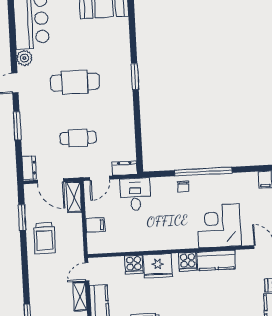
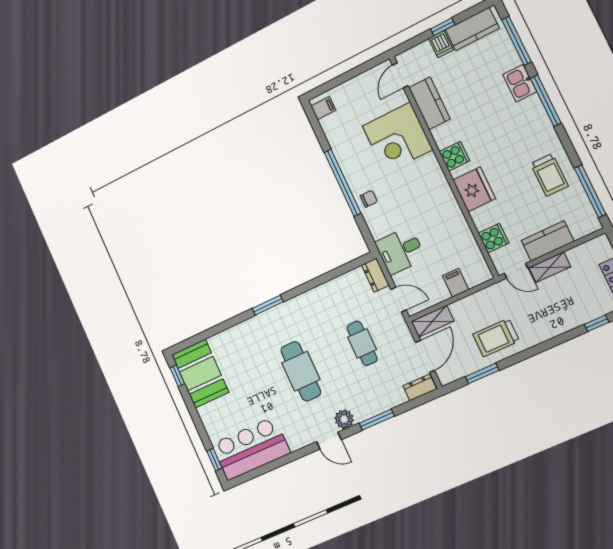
plant: (24, 58) -> (344, 419), moved
trolley: (44, 238) -> (496, 338), turned 180
kitchen counter: (216, 260) -> (429, 103), moved
cooker: (134, 265) -> (493, 238), moved

